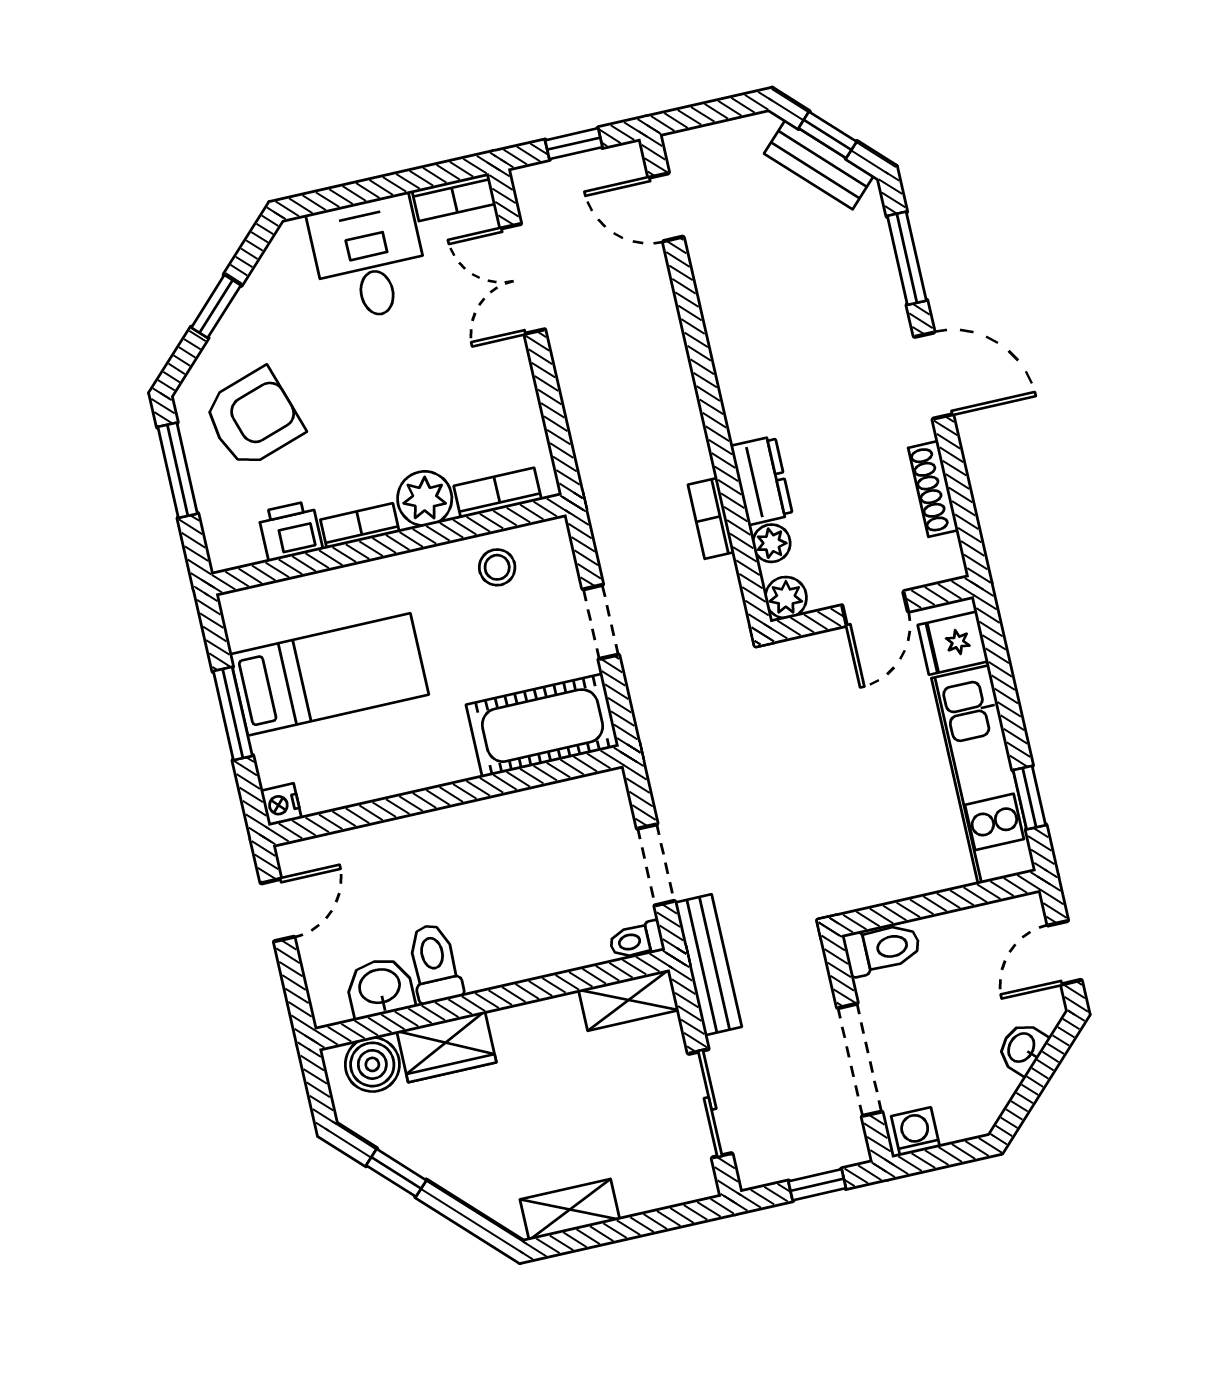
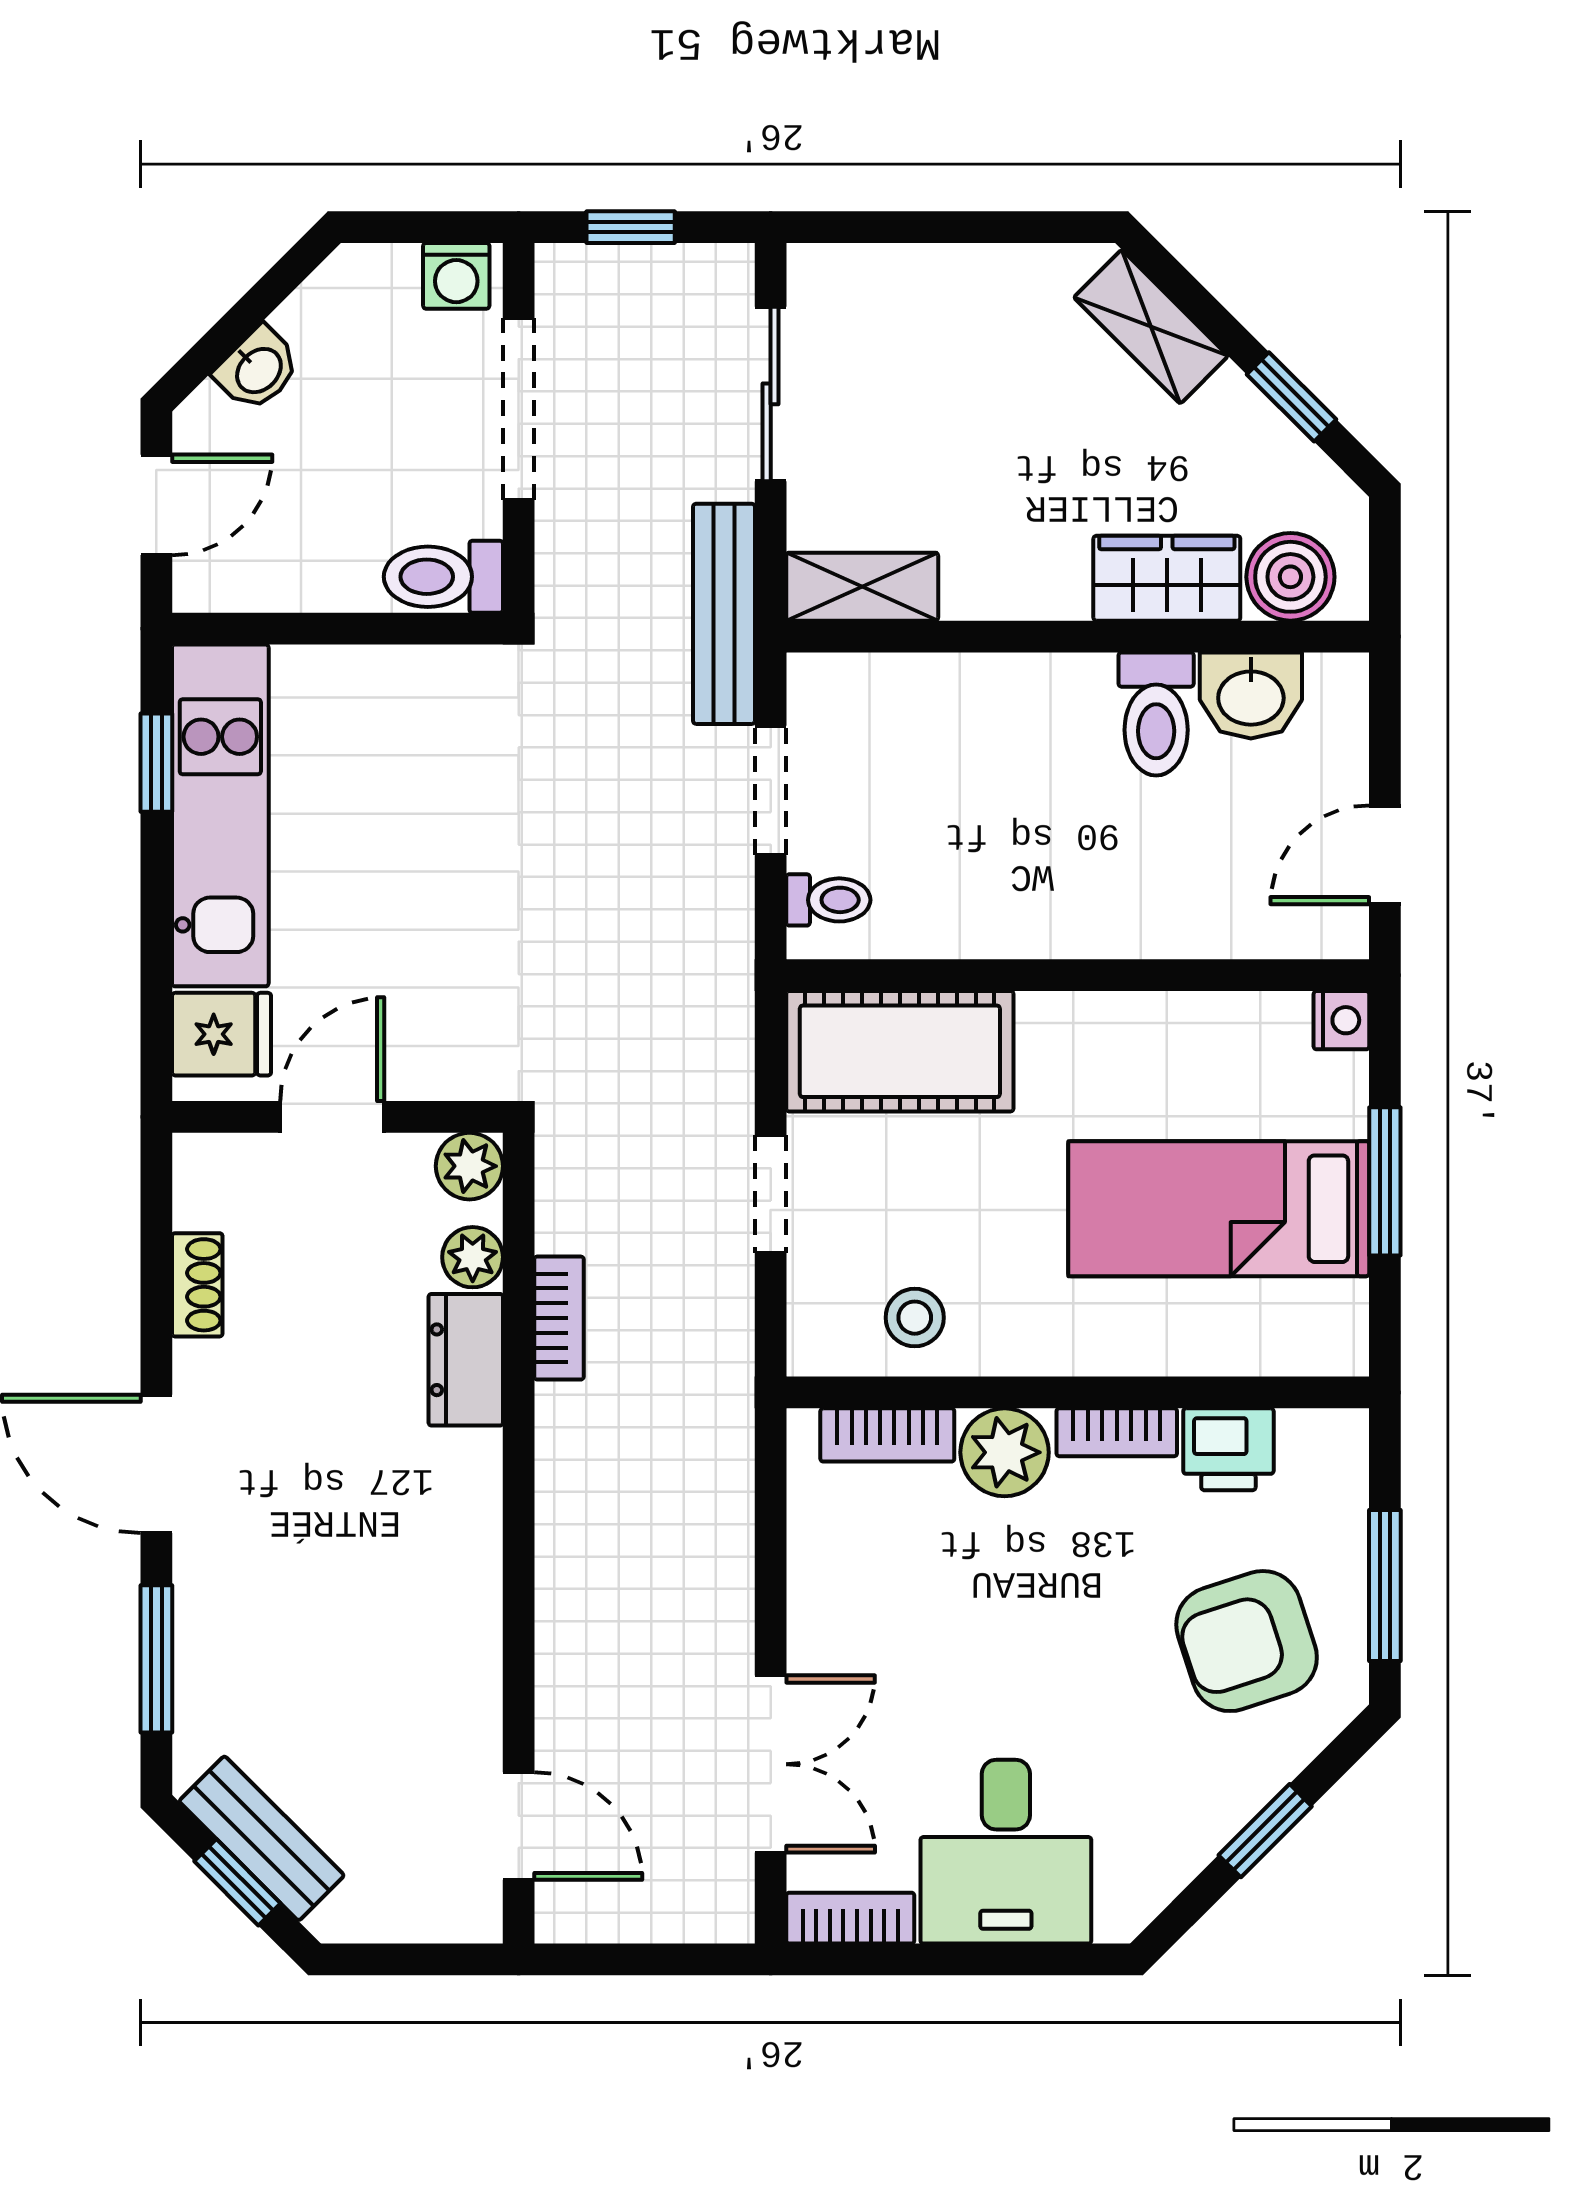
window: (574, 144) -> (642, 1959), removed
shoe rack: (933, 489) -> (197, 1285), width x0.70
toilet: (637, 940) -> (828, 900), moved
shelving: (570, 1209) -> (1151, 327), moved, turned 45

